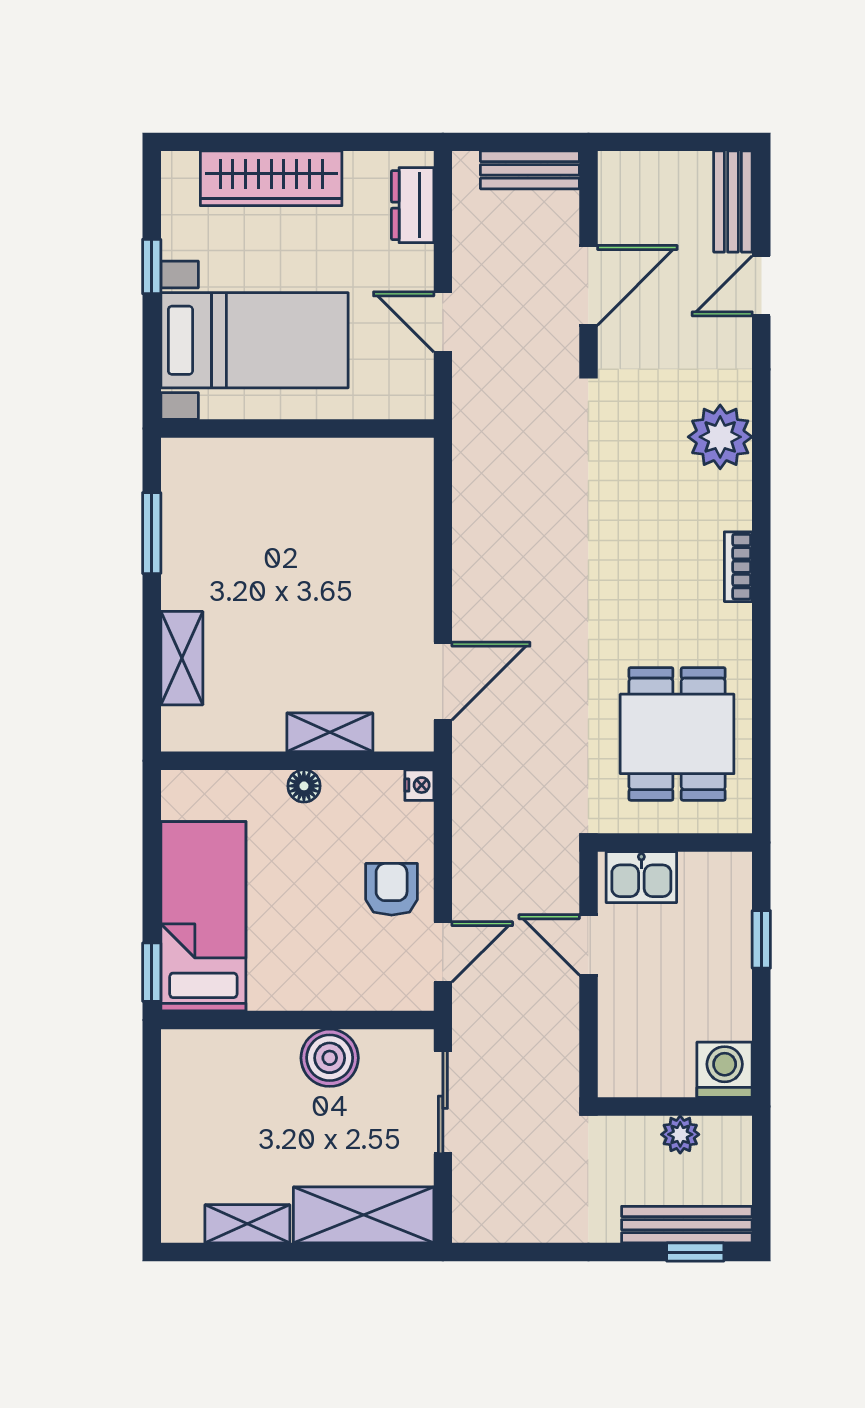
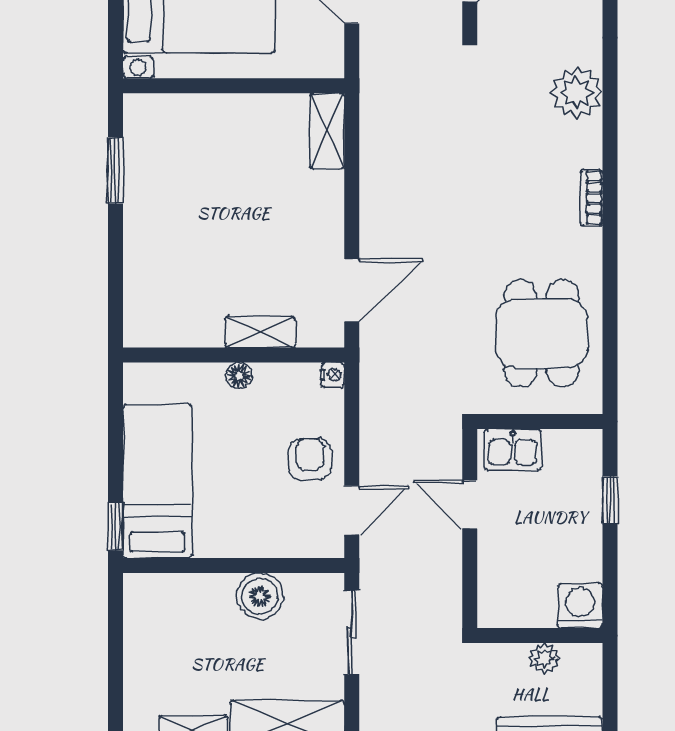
shelving: (182, 658) -> (327, 131), moved

